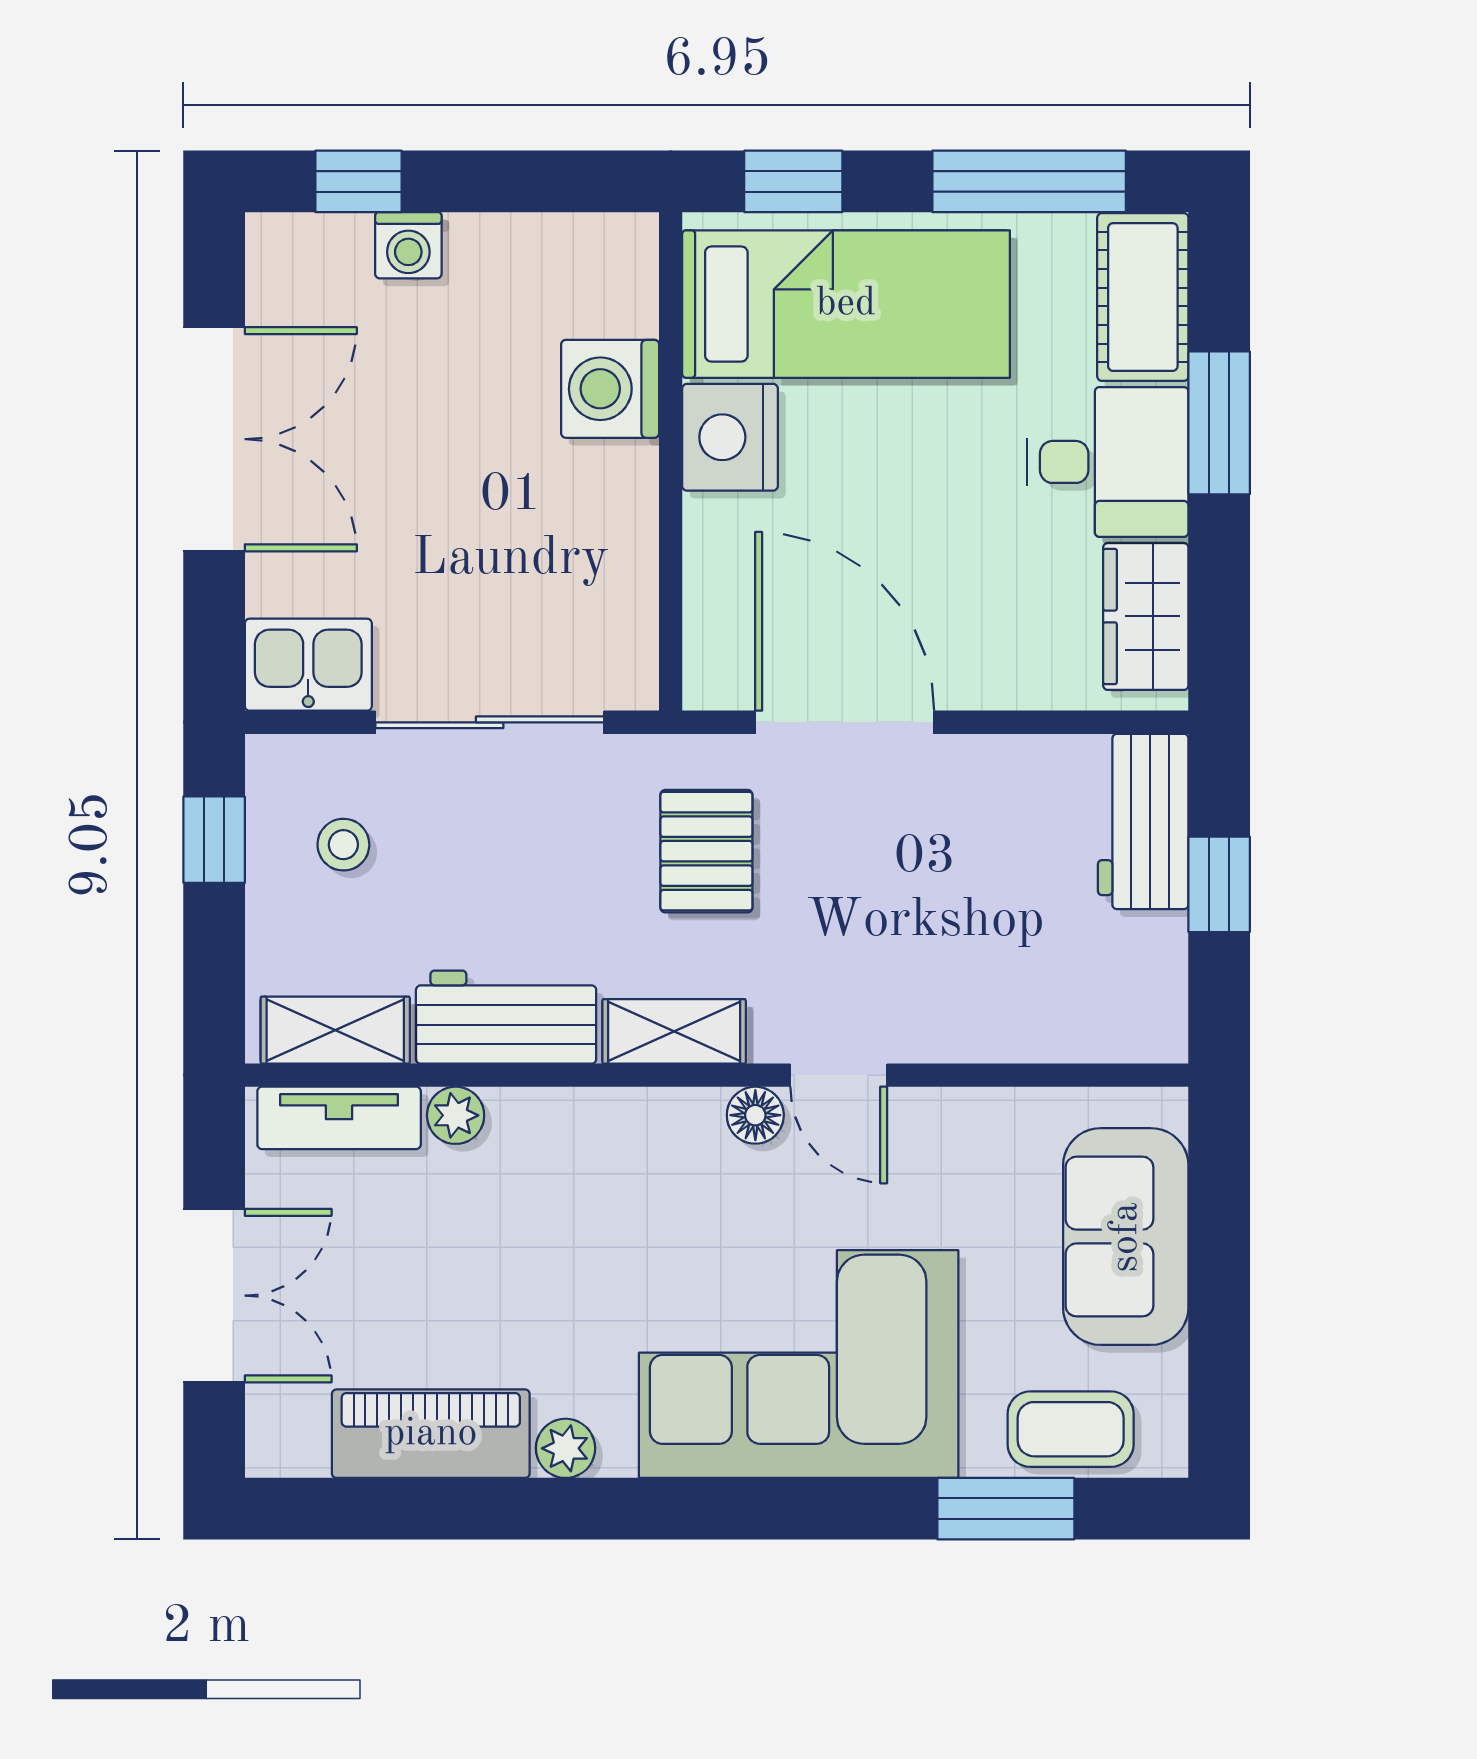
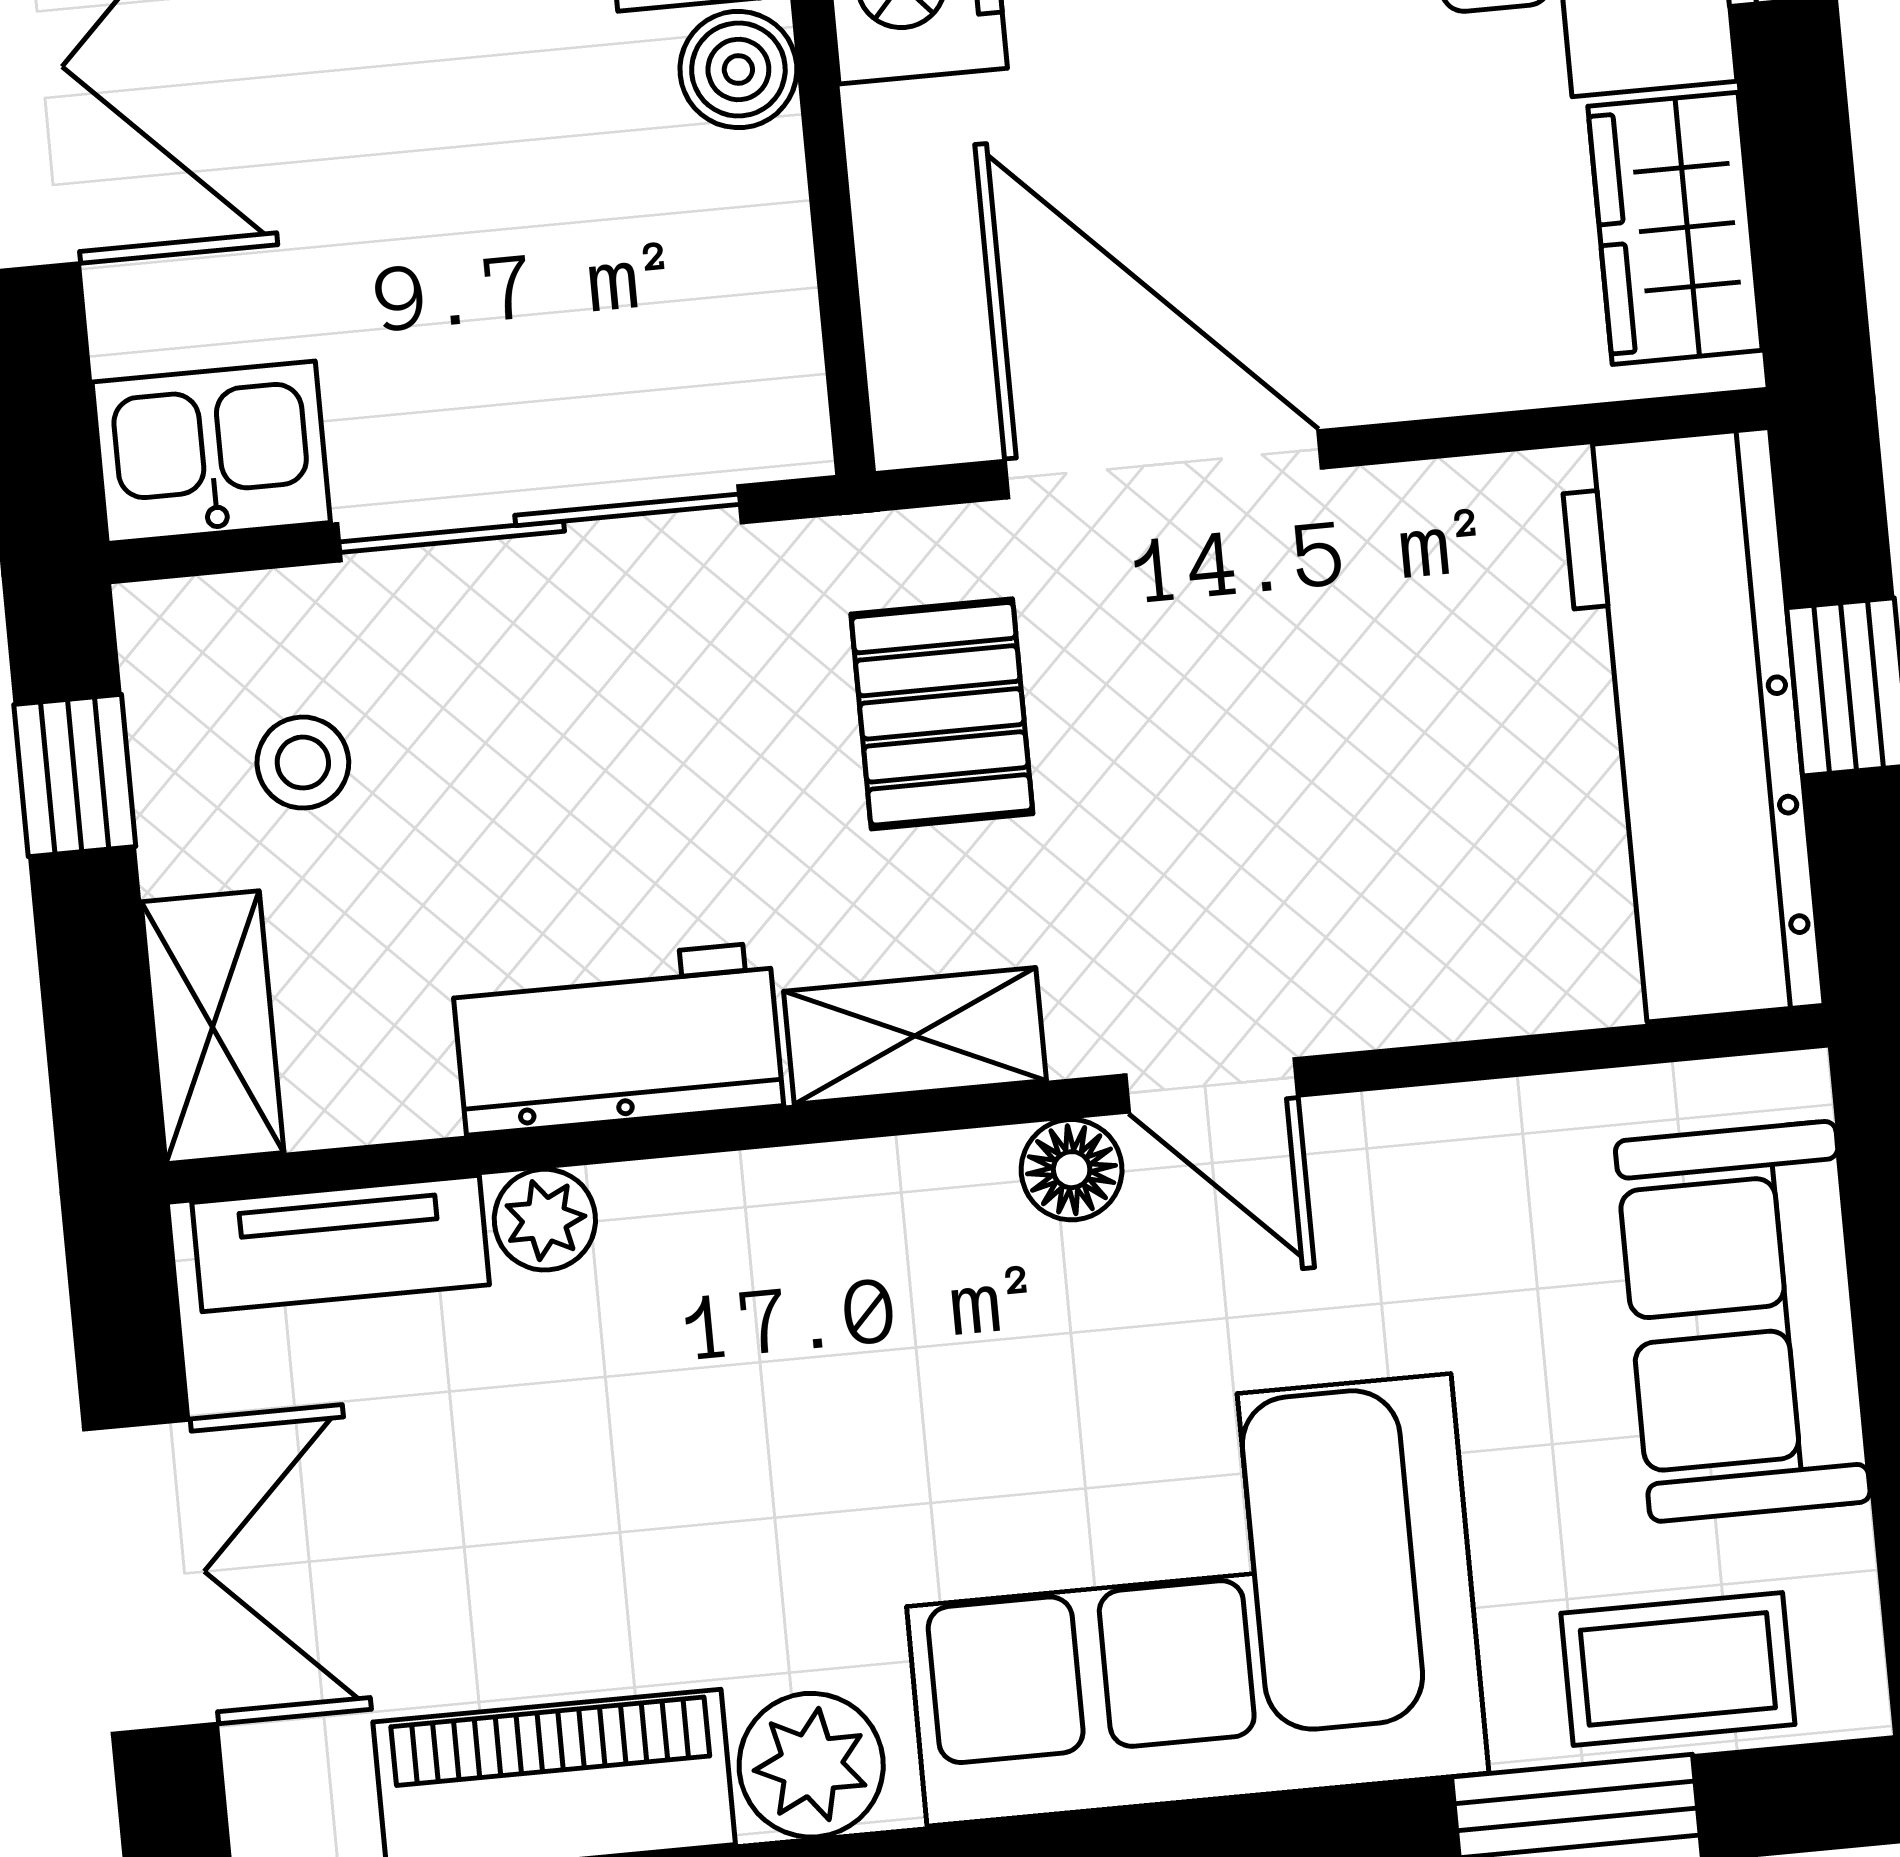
boiler: (626, 477) -> (738, 70), added
workbench: (1143, 821) -> (1691, 726), width x1.88, depth x1.32
shelving: (335, 1030) -> (213, 1027), moved, turned 90
plant: (566, 1448) -> (811, 1765), width x1.38, depth x1.38

